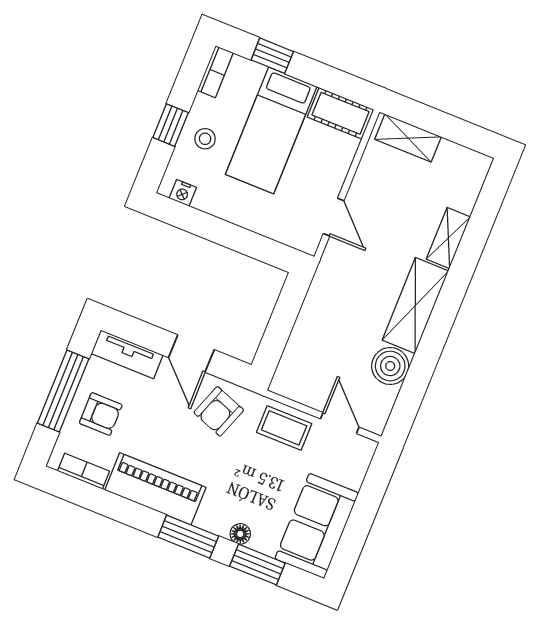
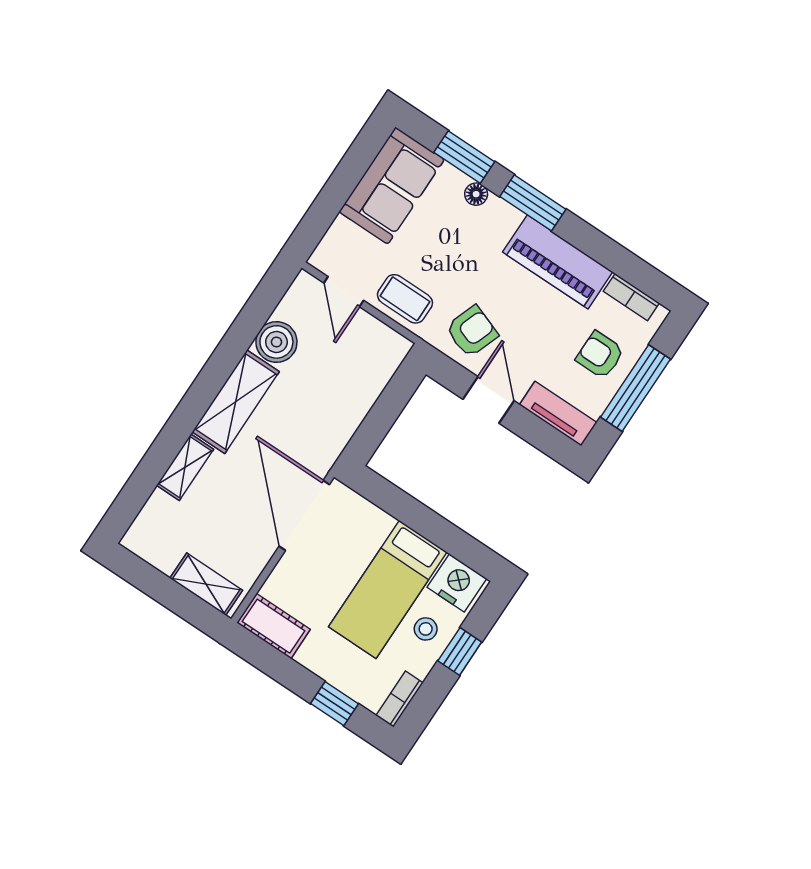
bed: (271, 130) -> (388, 589), moved, turned 180
nightstand: (183, 193) -> (457, 583), width x1.89, depth x1.79
door: (334, 217) -> (304, 515), width x1.88

